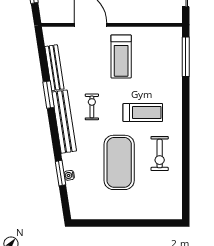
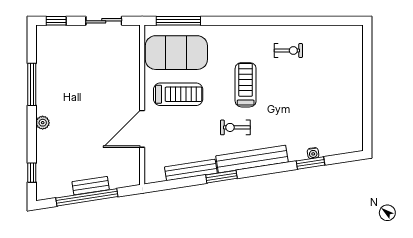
treadmill: (143, 113) -> (246, 85), moved
exercise bike: (160, 154) -> (288, 50), width x0.73, depth x0.72
exercise mat: (119, 162) -> (176, 53), moved

